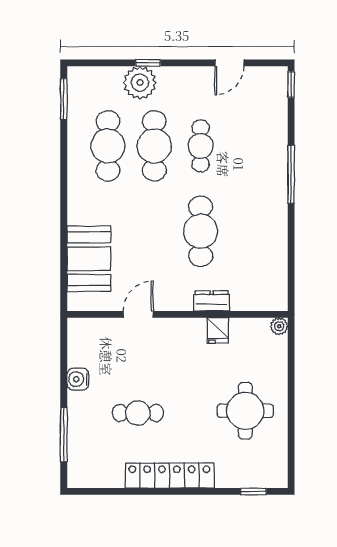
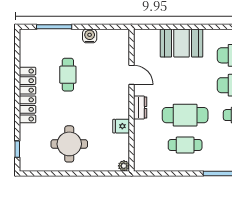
cafe table: (247, 231) -> (185, 145), added
booth: (89, 259) -> (182, 43), moved
dresser: (212, 301) -> (140, 107), moved

